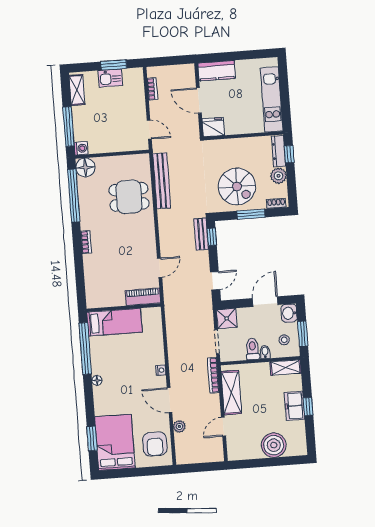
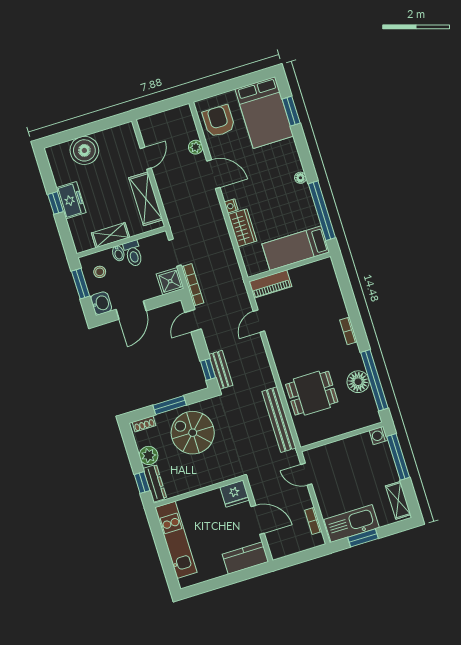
kitchen sink: (110, 78) -> (352, 524), width x1.88, depth x1.24
floor lamp: (85, 167) -> (358, 382), moved
wardrobe: (155, 350) -> (242, 228), added
shelving: (286, 367) -> (110, 235), moved
bookcase: (213, 375) -> (193, 285), moved

